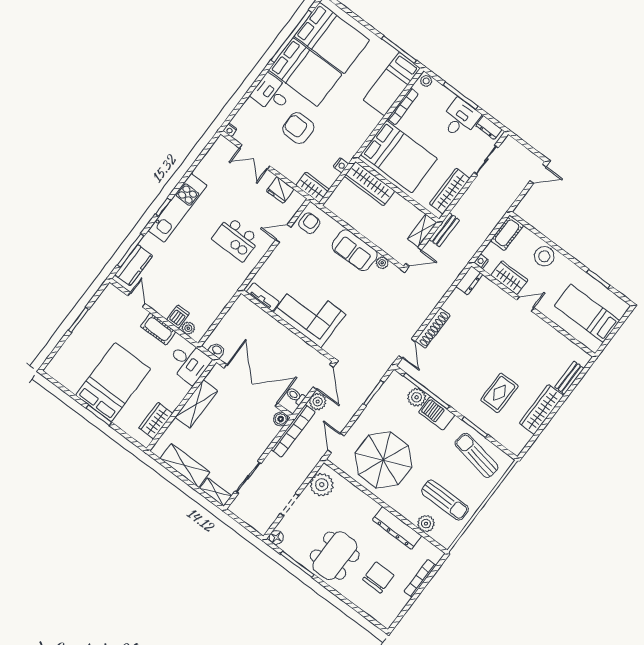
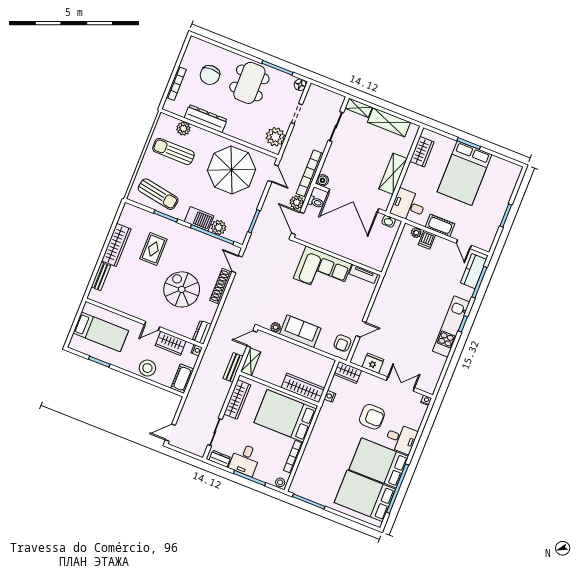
bed: (392, 84) -> (307, 472), removed
kitchen island: (236, 239) -> (398, 314), removed
spiral stairs: (479, 337) -> (182, 289), added

